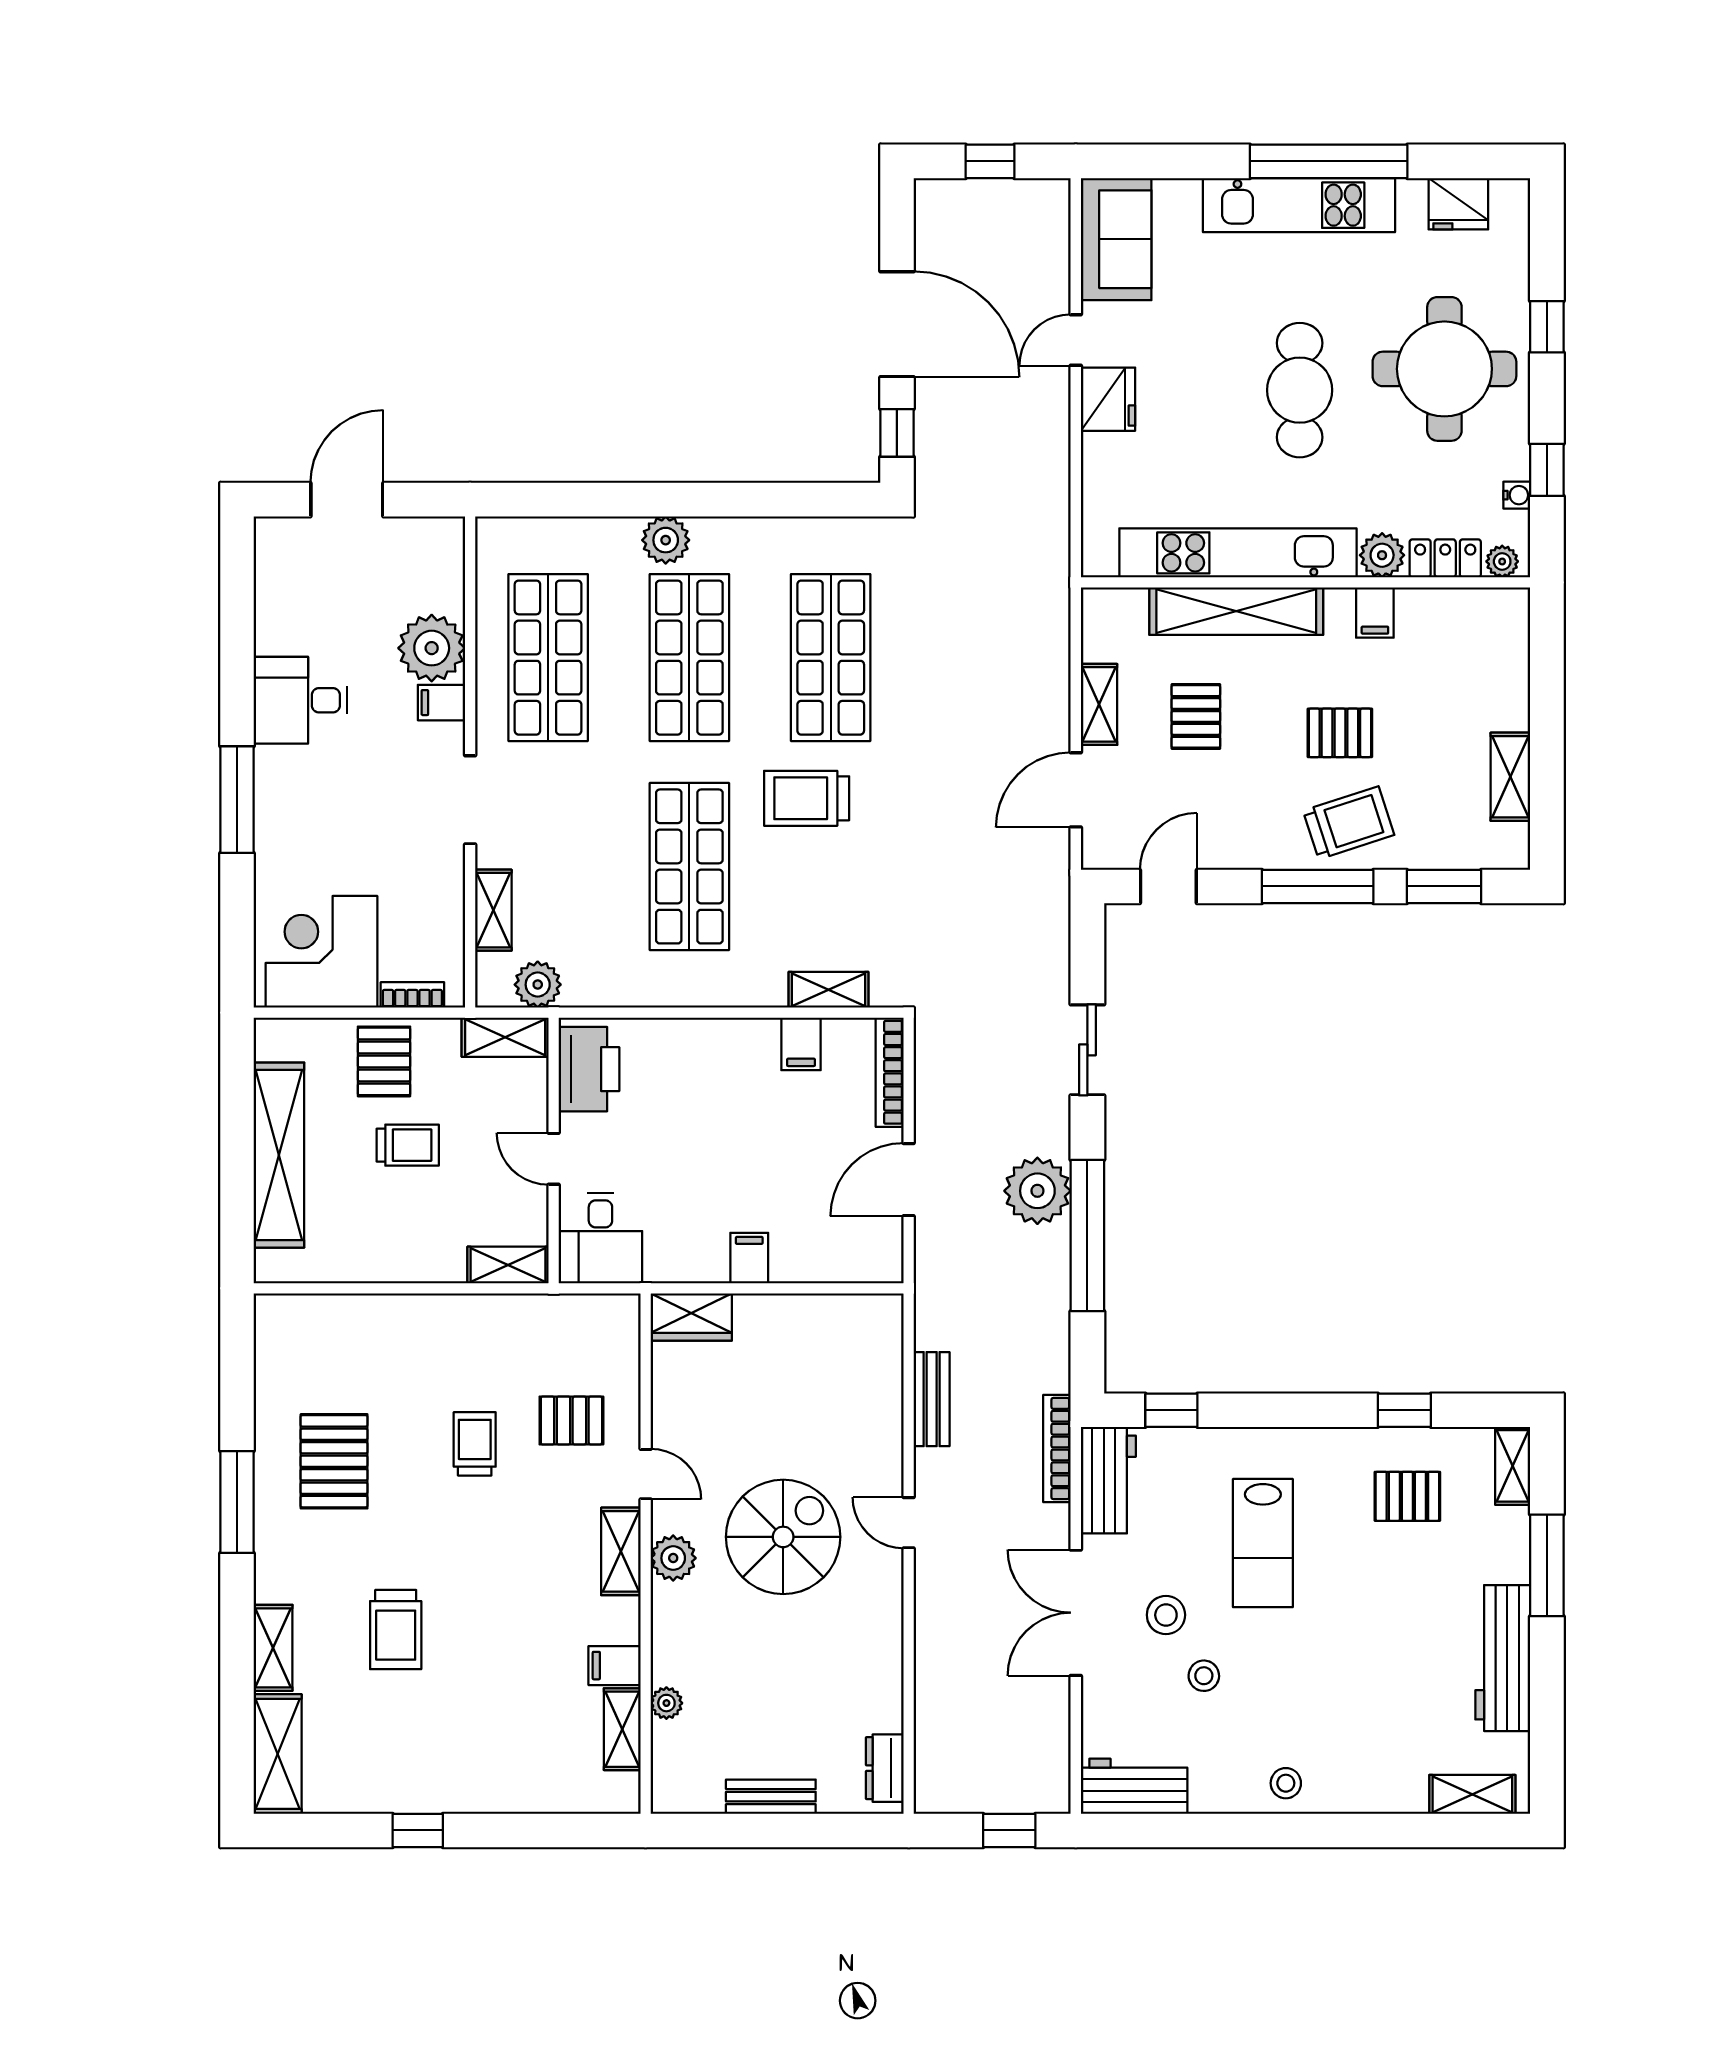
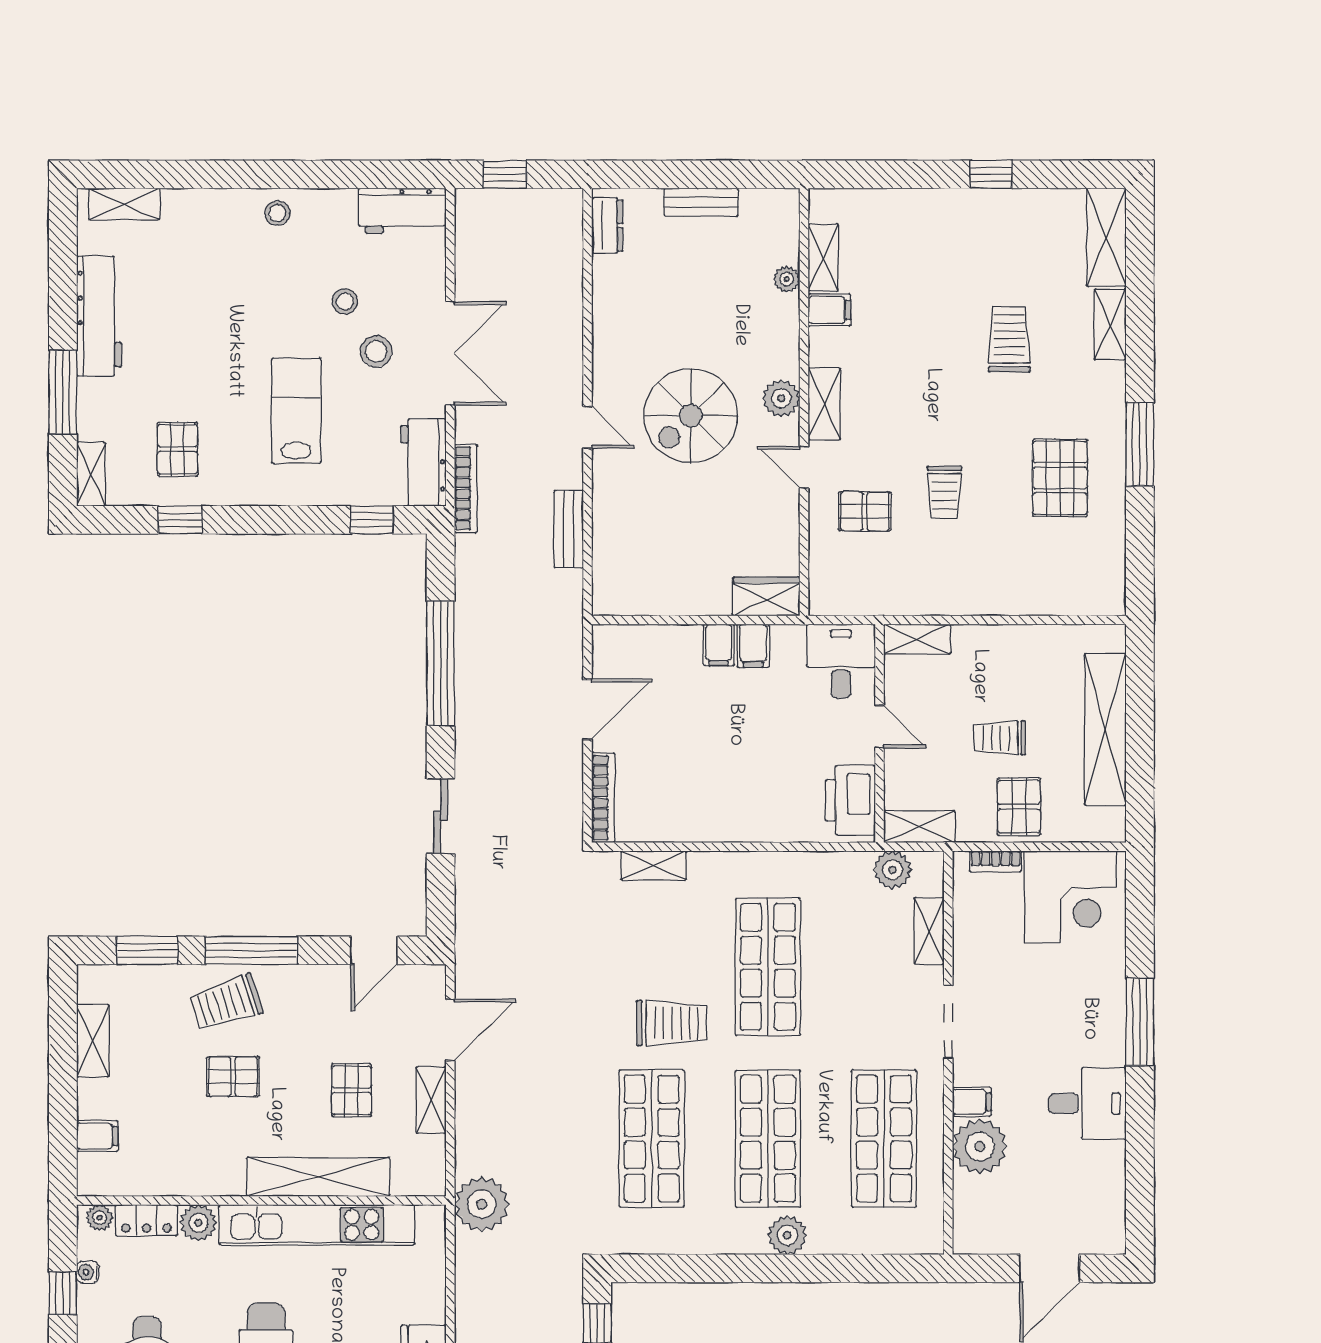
filing cabinet: (1375, 613) -> (97, 1136), moved, turned 90
filing cabinet: (801, 1044) -> (753, 646), moved, turned 180
plant: (1037, 1191) -> (482, 1204), moved
pallet: (1407, 1496) -> (178, 449), turned 90

